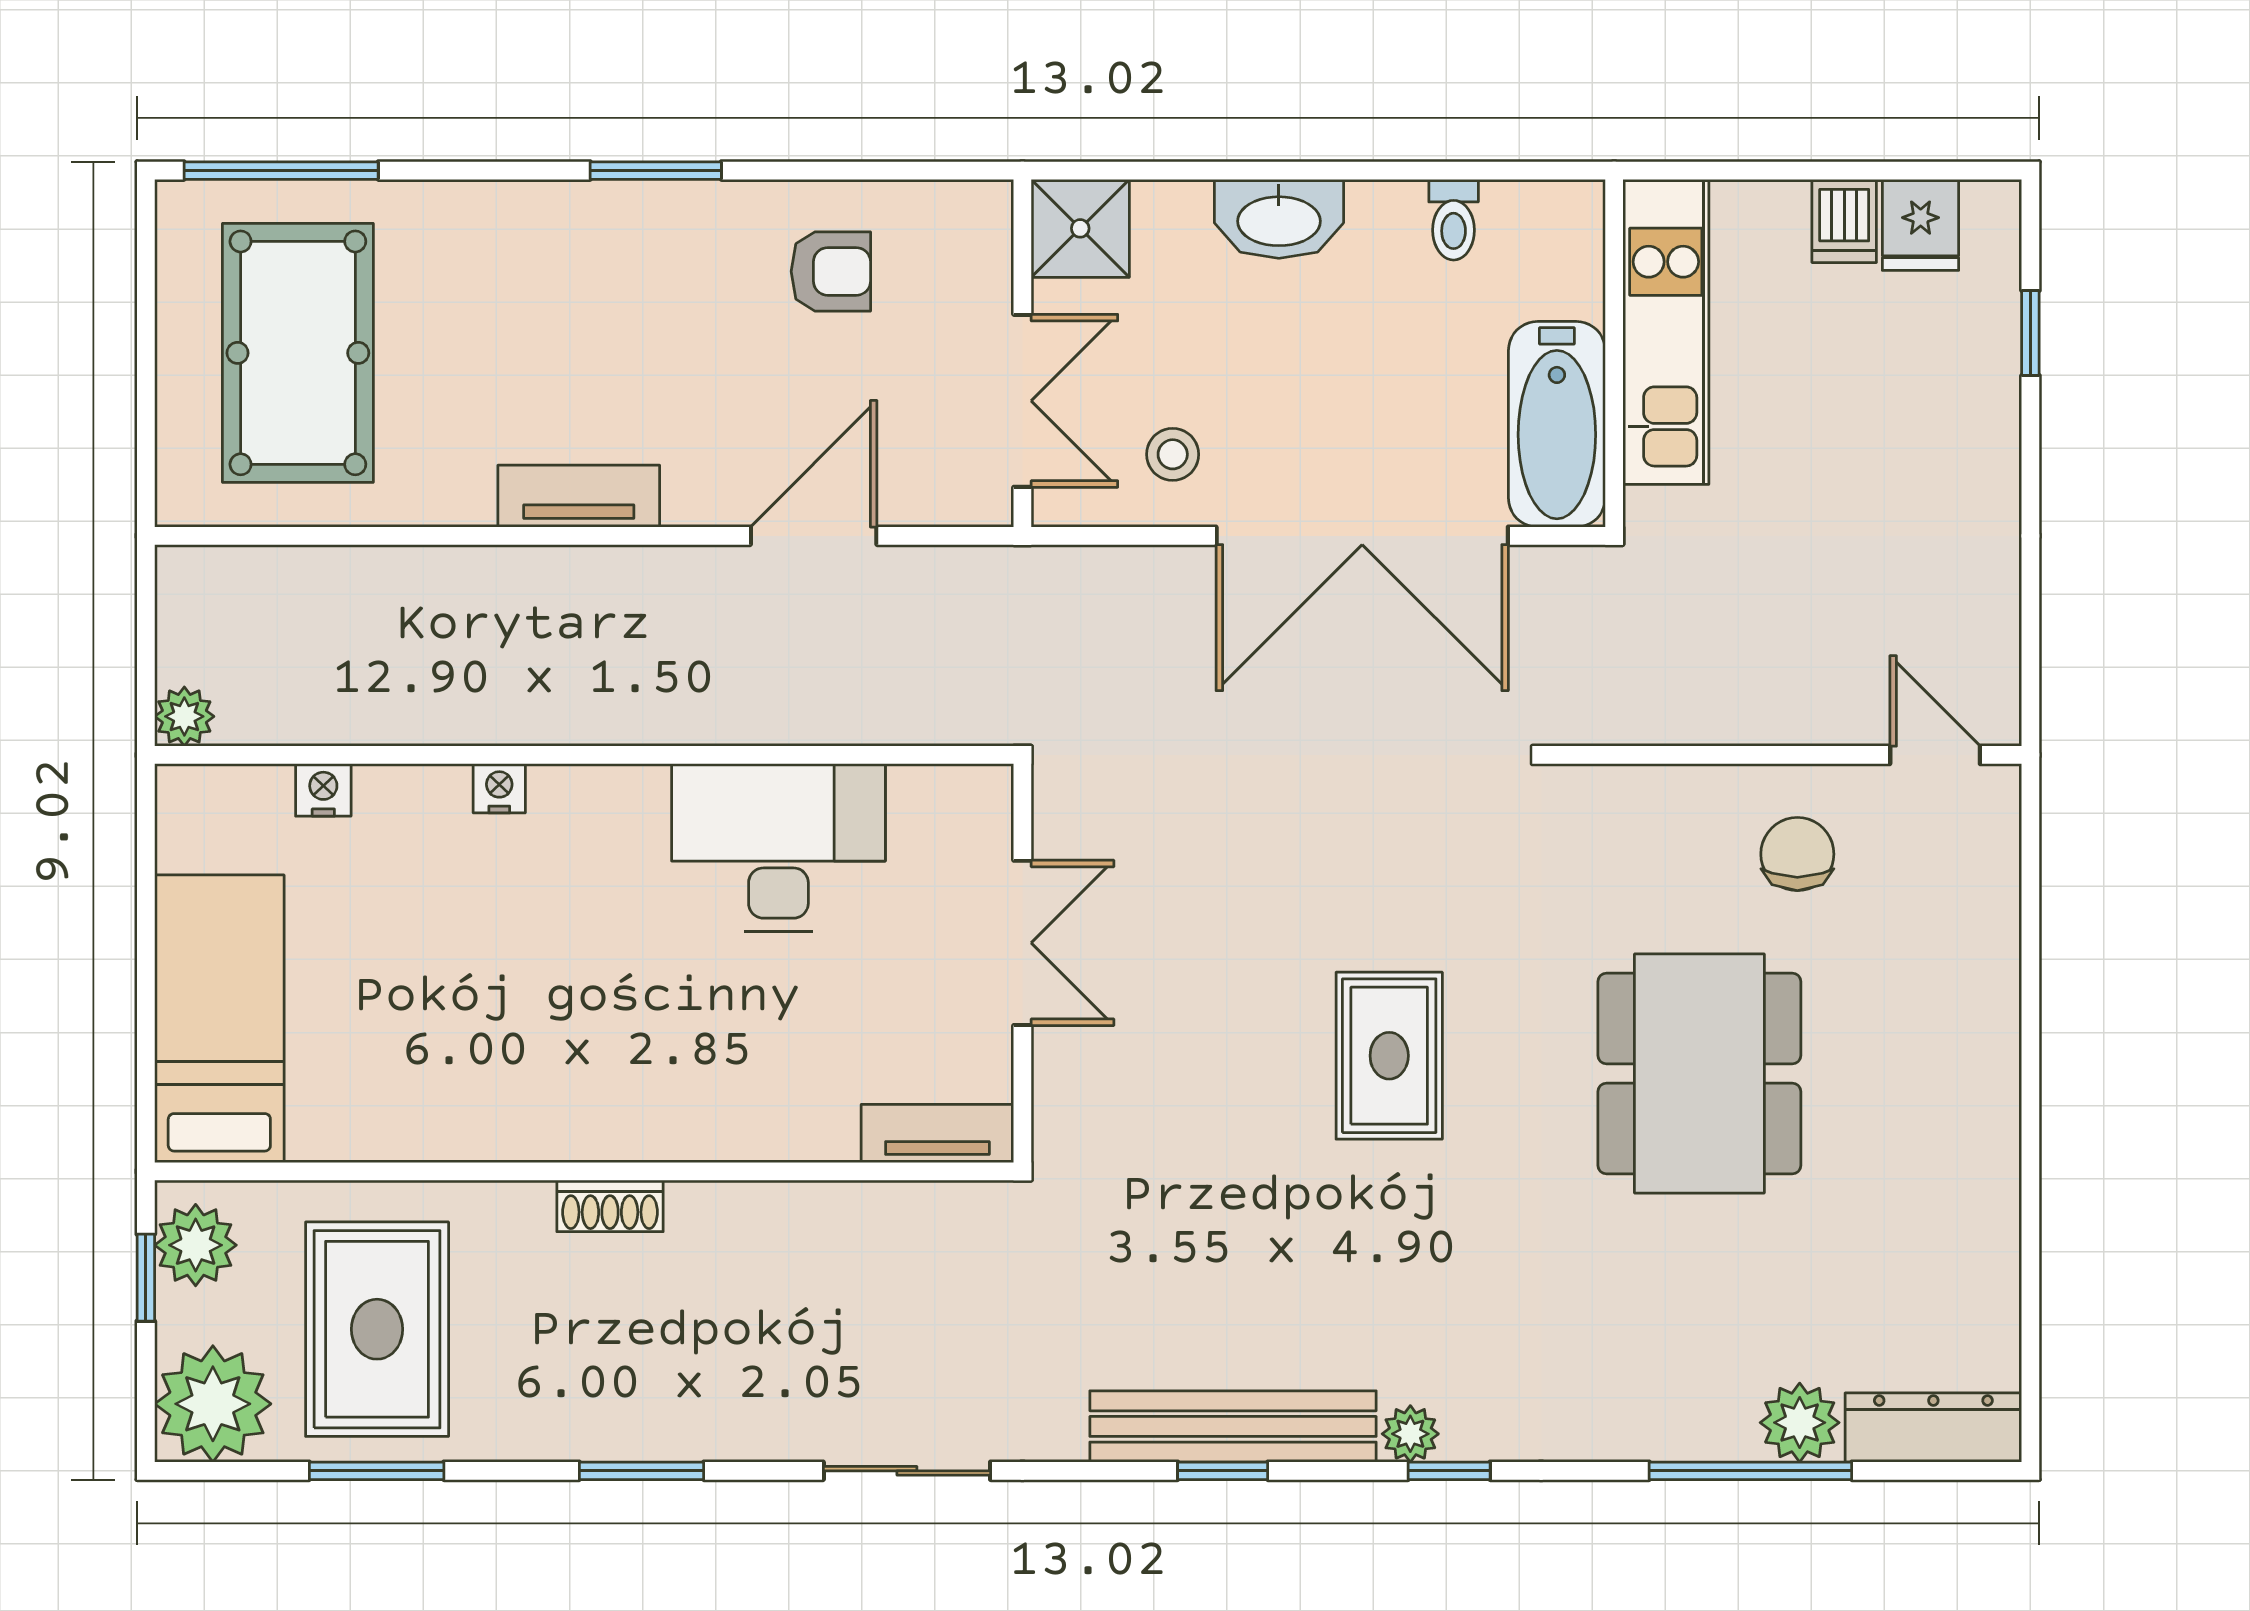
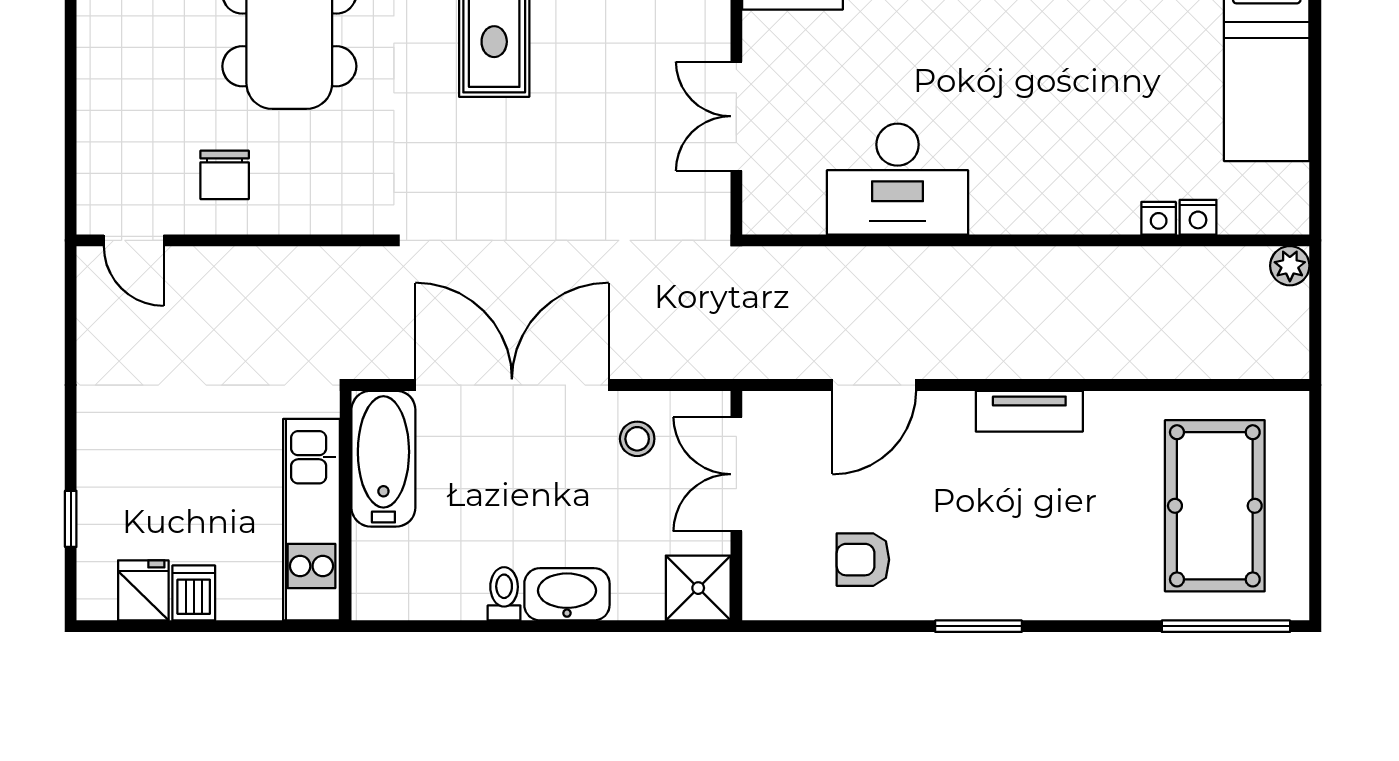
toilet: (1454, 220) -> (504, 594), moved
nightstand: (499, 788) -> (1159, 218), moved

